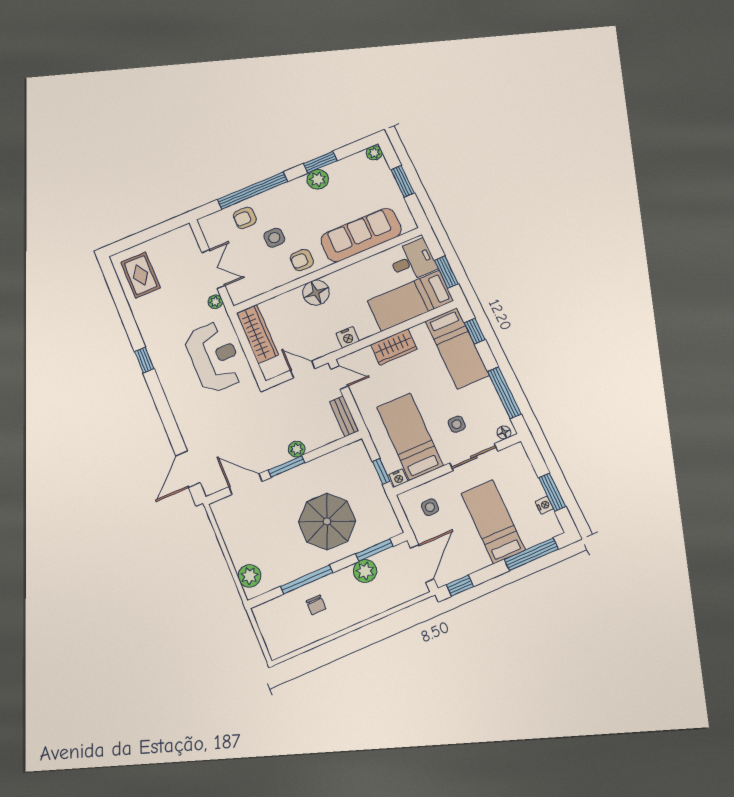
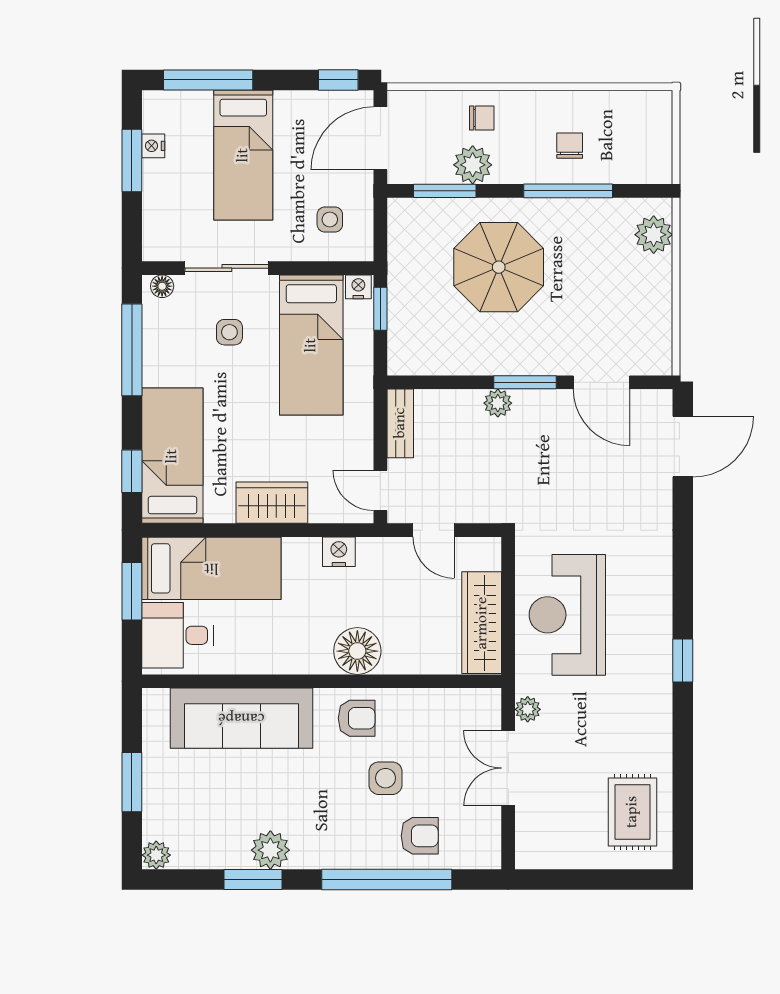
chair: (371, 599) -> (482, 118), added

